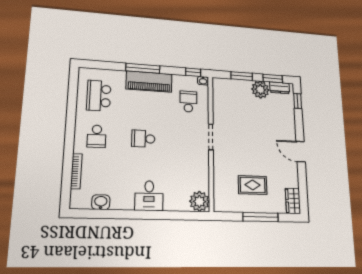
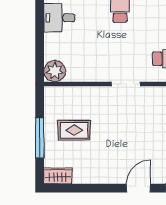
door: (301, 152) -> (138, 188), moved
rug: (253, 185) -> (74, 130), turned 90

